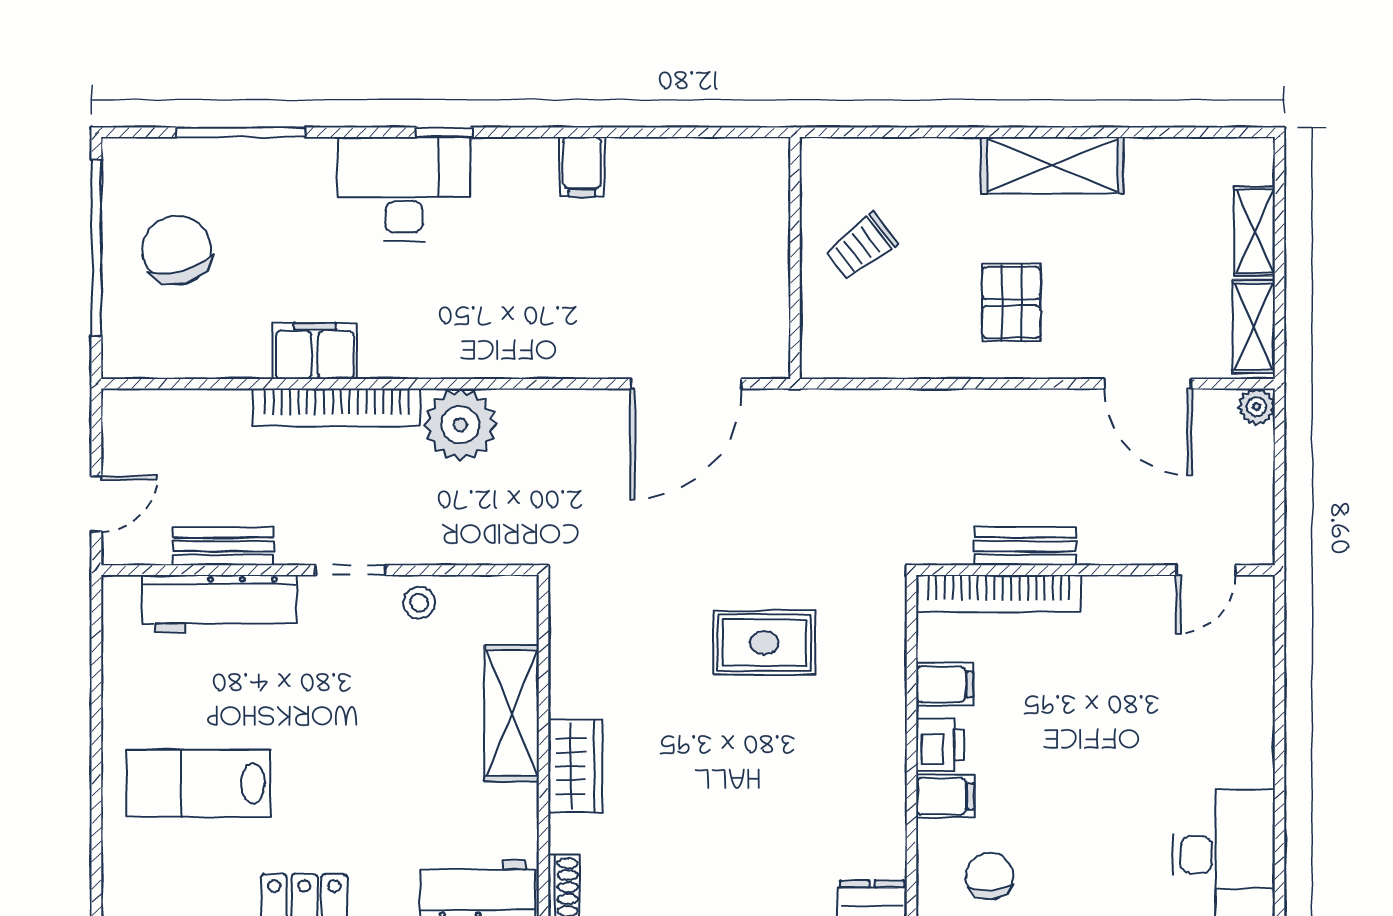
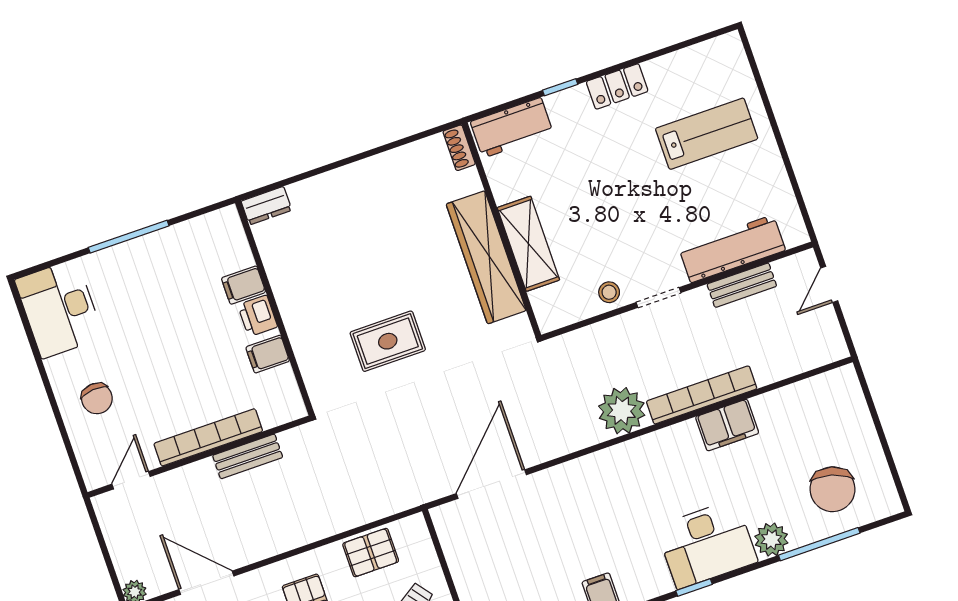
plant: (308, 163) -> (771, 540), added
window: (96, 248) -> (884, 442), removed
chair: (177, 250) -> (832, 489), moved, turned 32
pallet: (895, 345) -> (371, 553), added
bookcase: (998, 593) -> (208, 437), moved
wardrobe: (575, 766) -> (486, 257), width x2.10, depth x1.17
chair: (989, 876) -> (97, 398), moved

